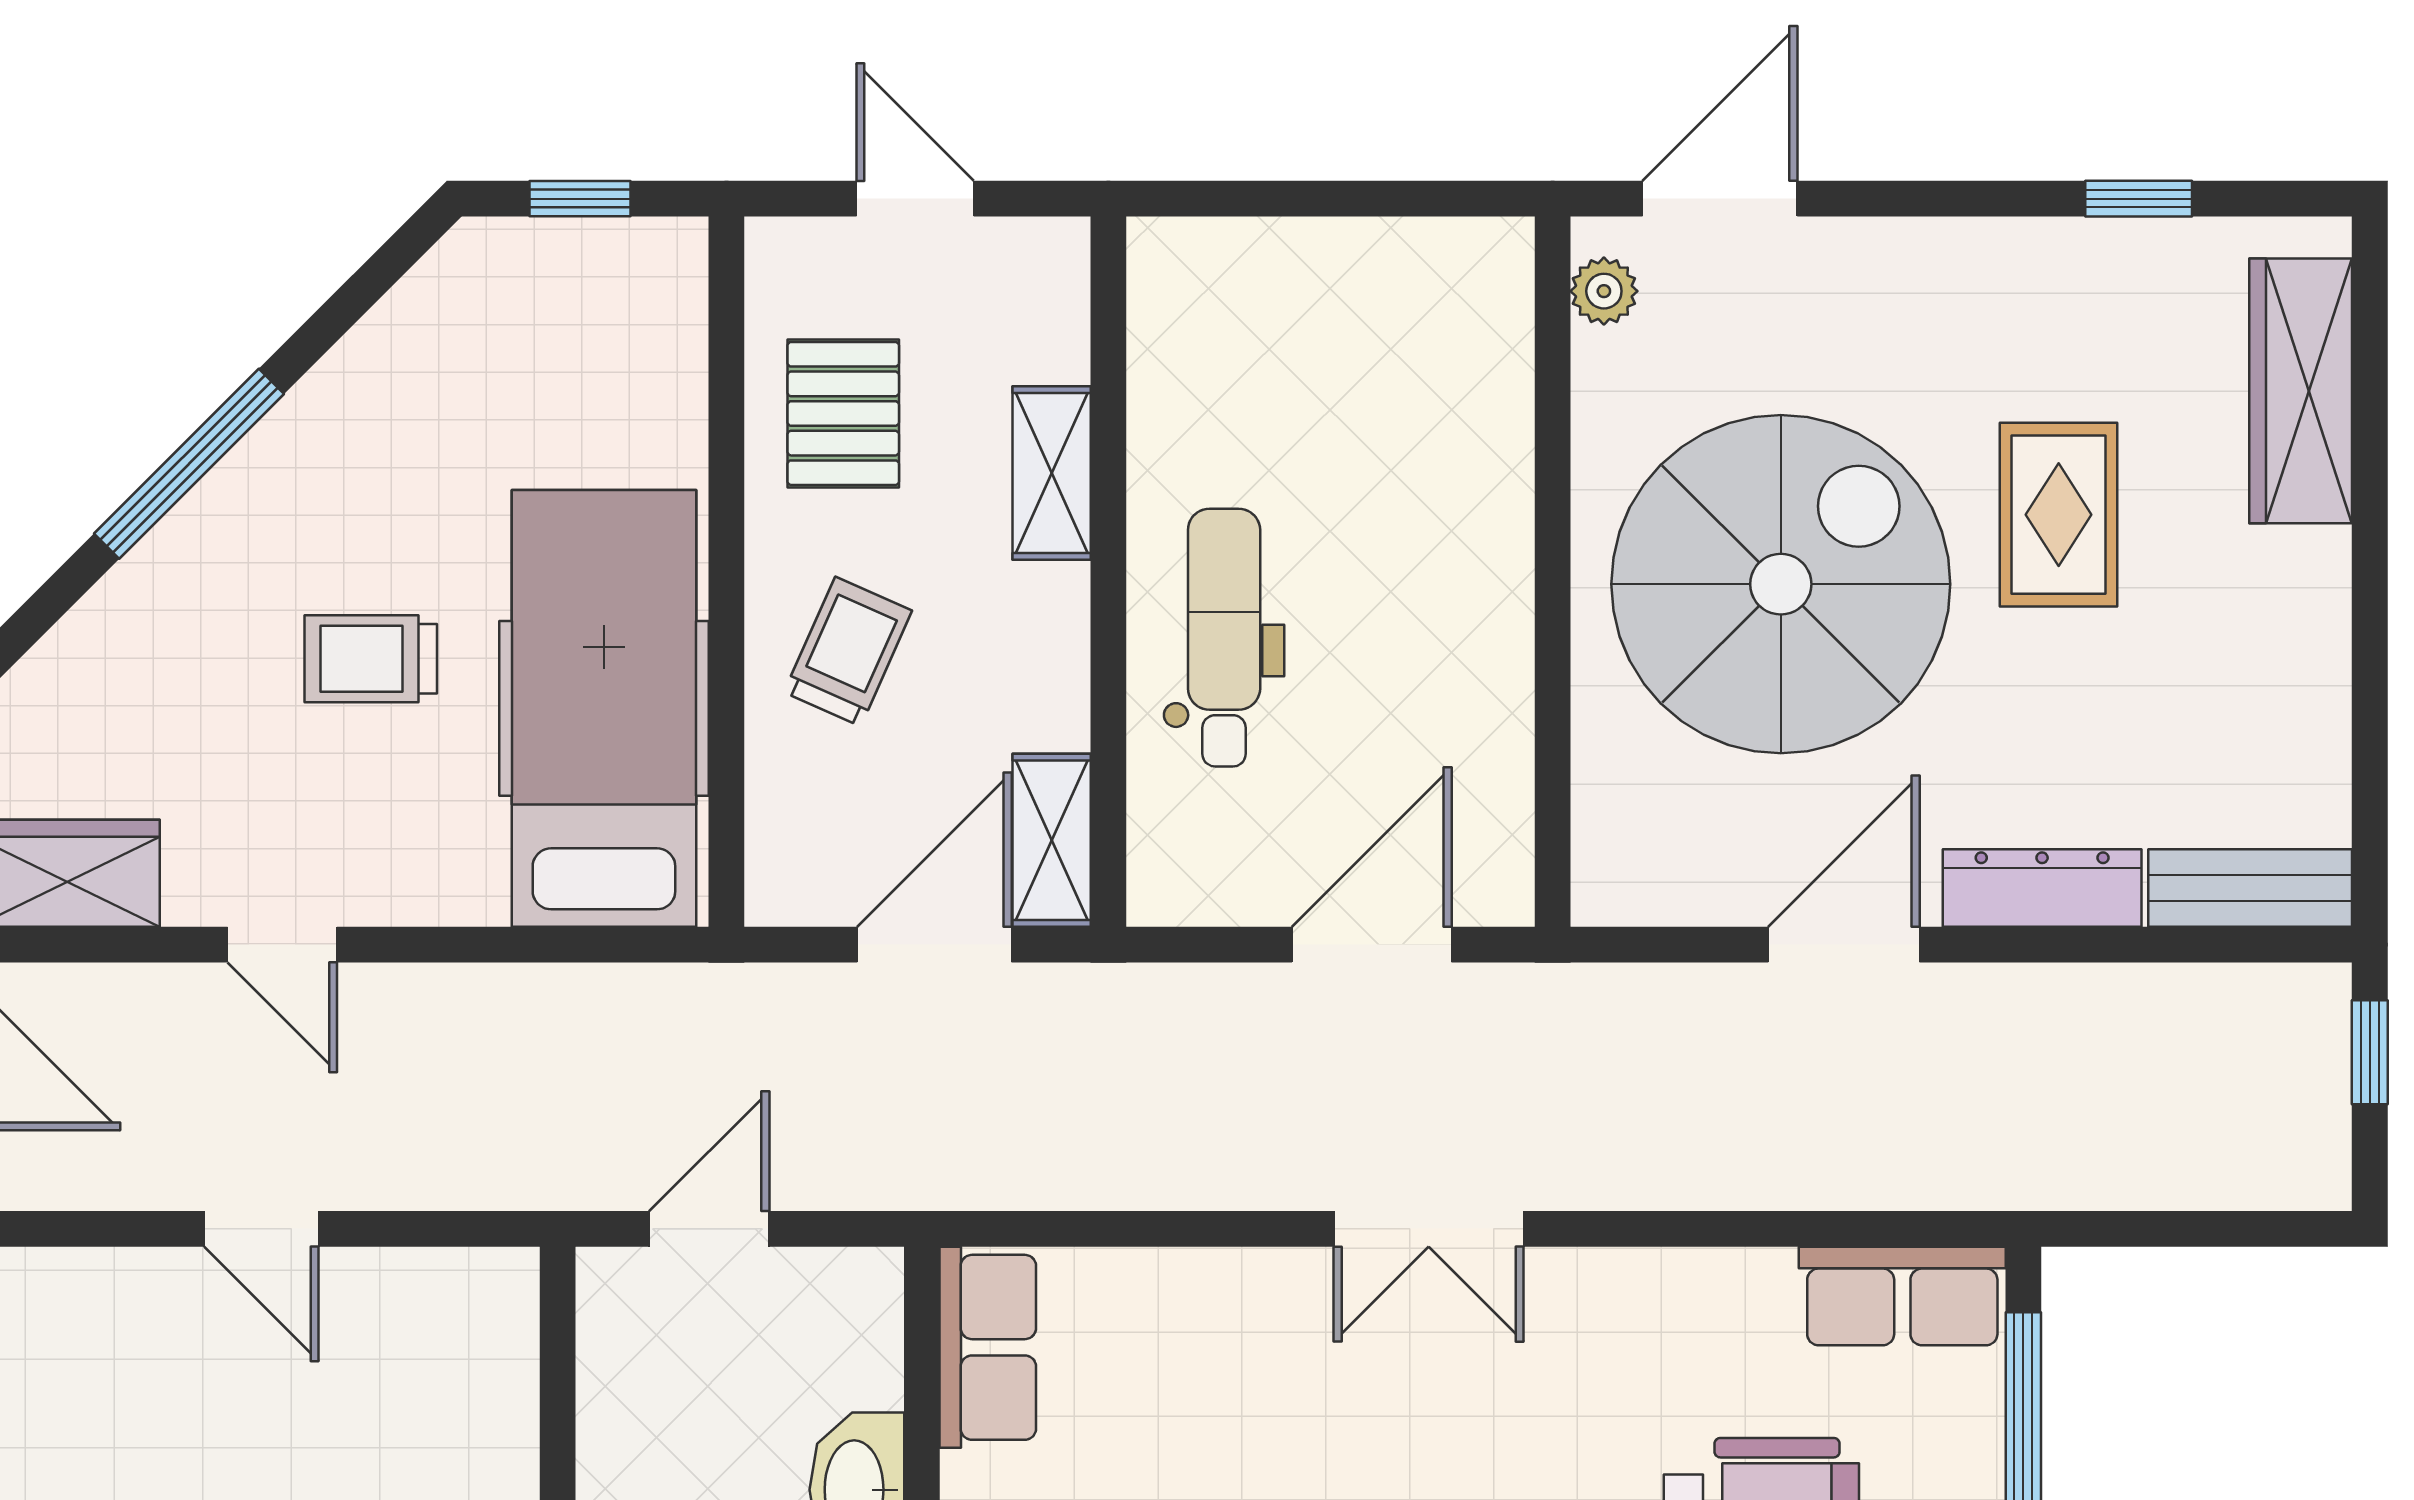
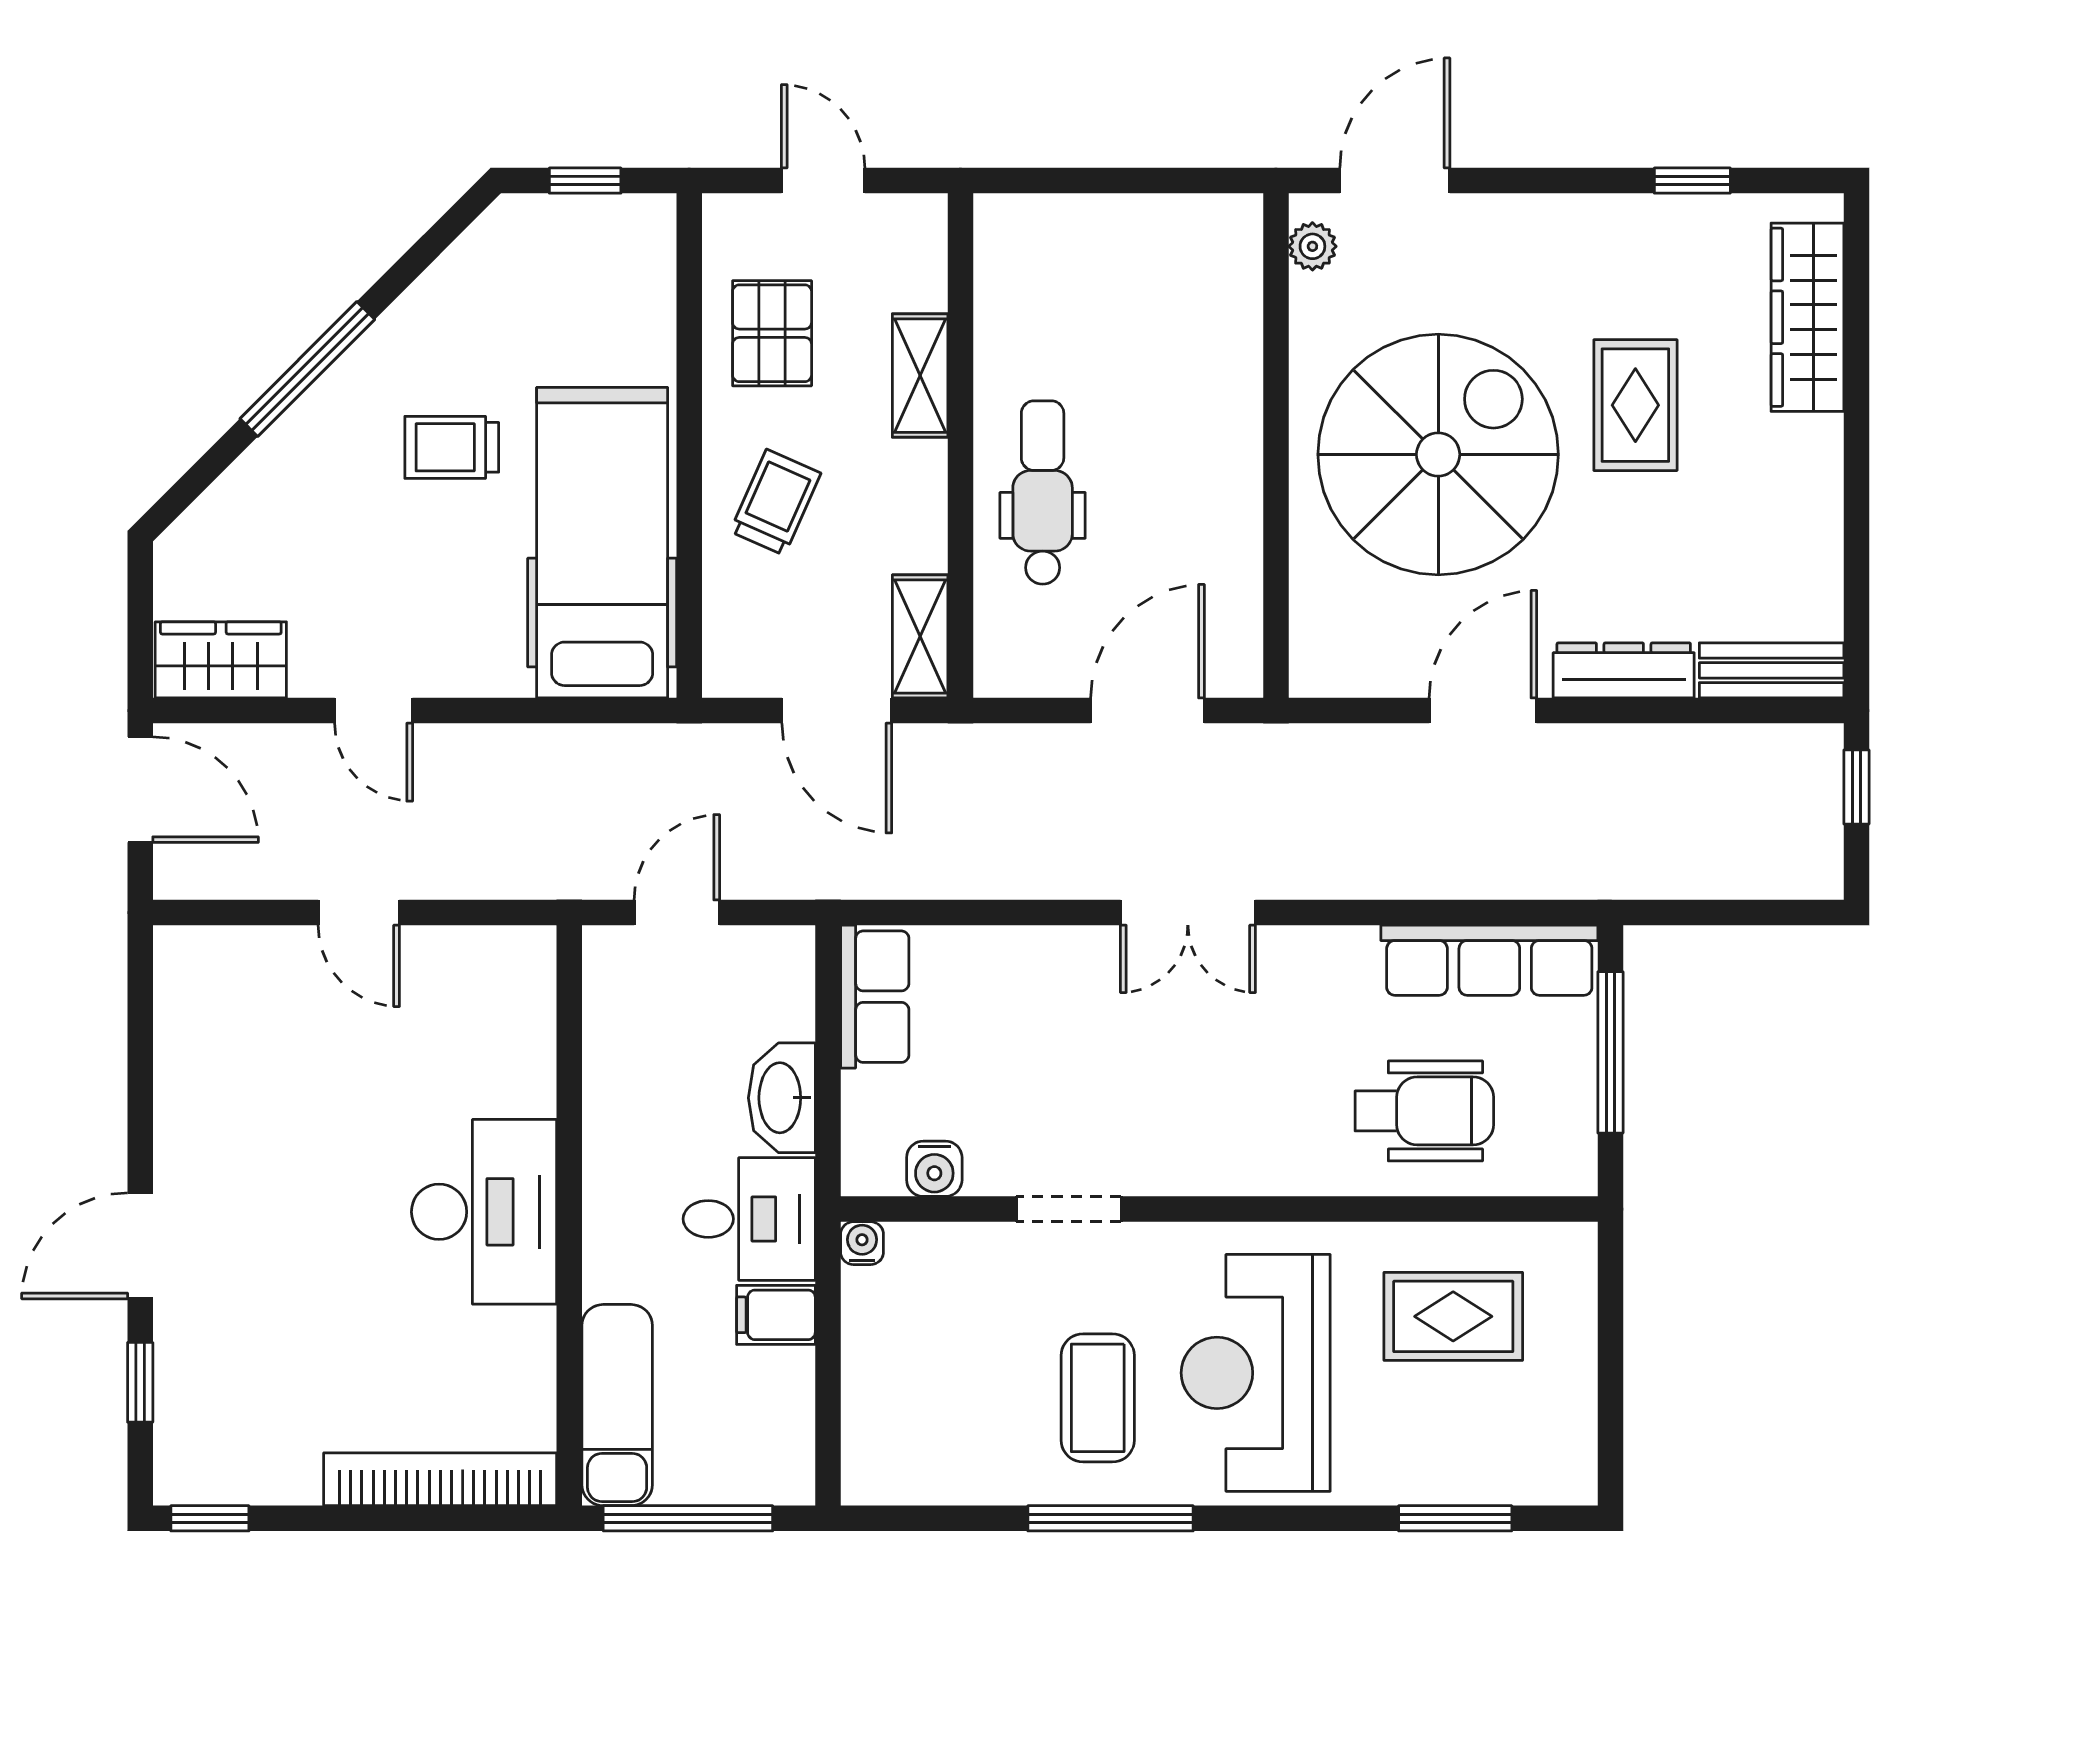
trolley: (371, 659) -> (452, 447), moved
door: (934, 945) -> (837, 711), swing flipped
row of seats: (1902, 1296) -> (1489, 960), width x1.48

